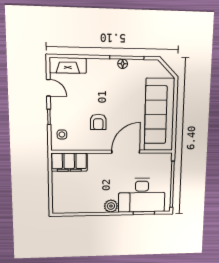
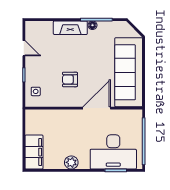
fireplace: (68, 65) -> (70, 28), moved
armchair: (98, 122) -> (70, 79), turned 90
filing cabinet: (69, 162) -> (34, 152), moved, turned -90
plant: (111, 206) -> (71, 162), moved

